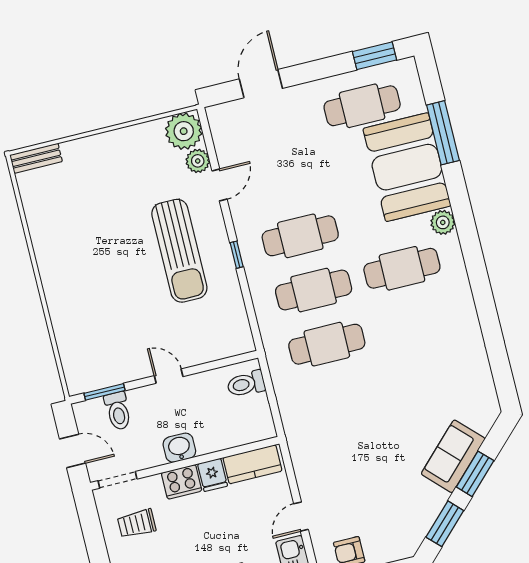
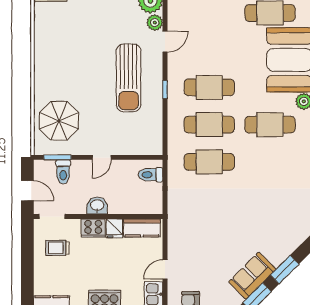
parasol: (93, 338) -> (59, 121), added
door: (169, 376) -> (102, 157), swing flipped
sofa: (453, 456) -> (252, 276), moved

